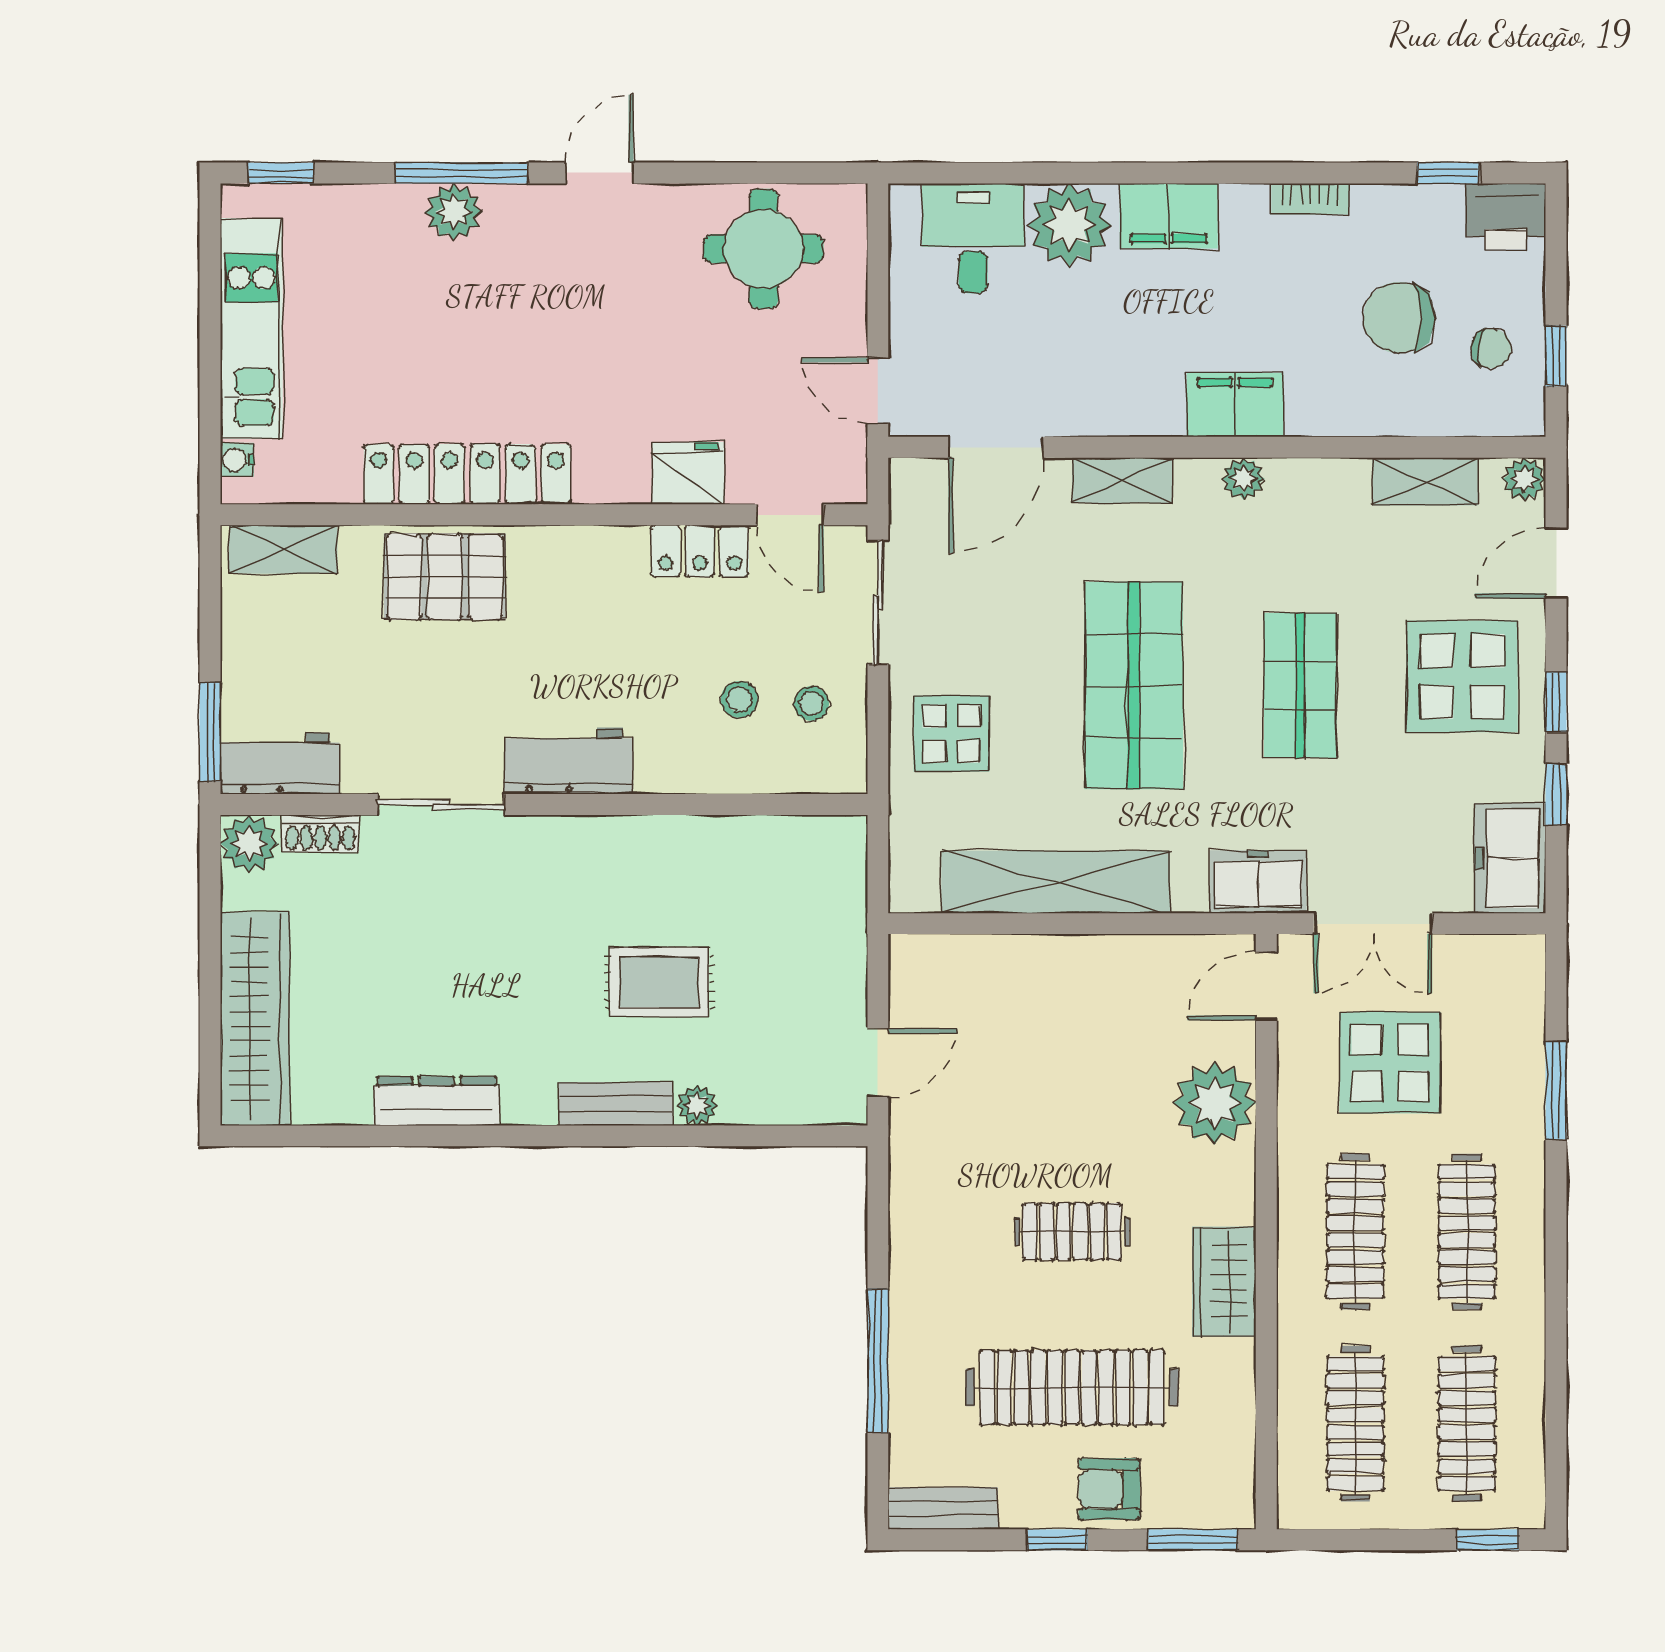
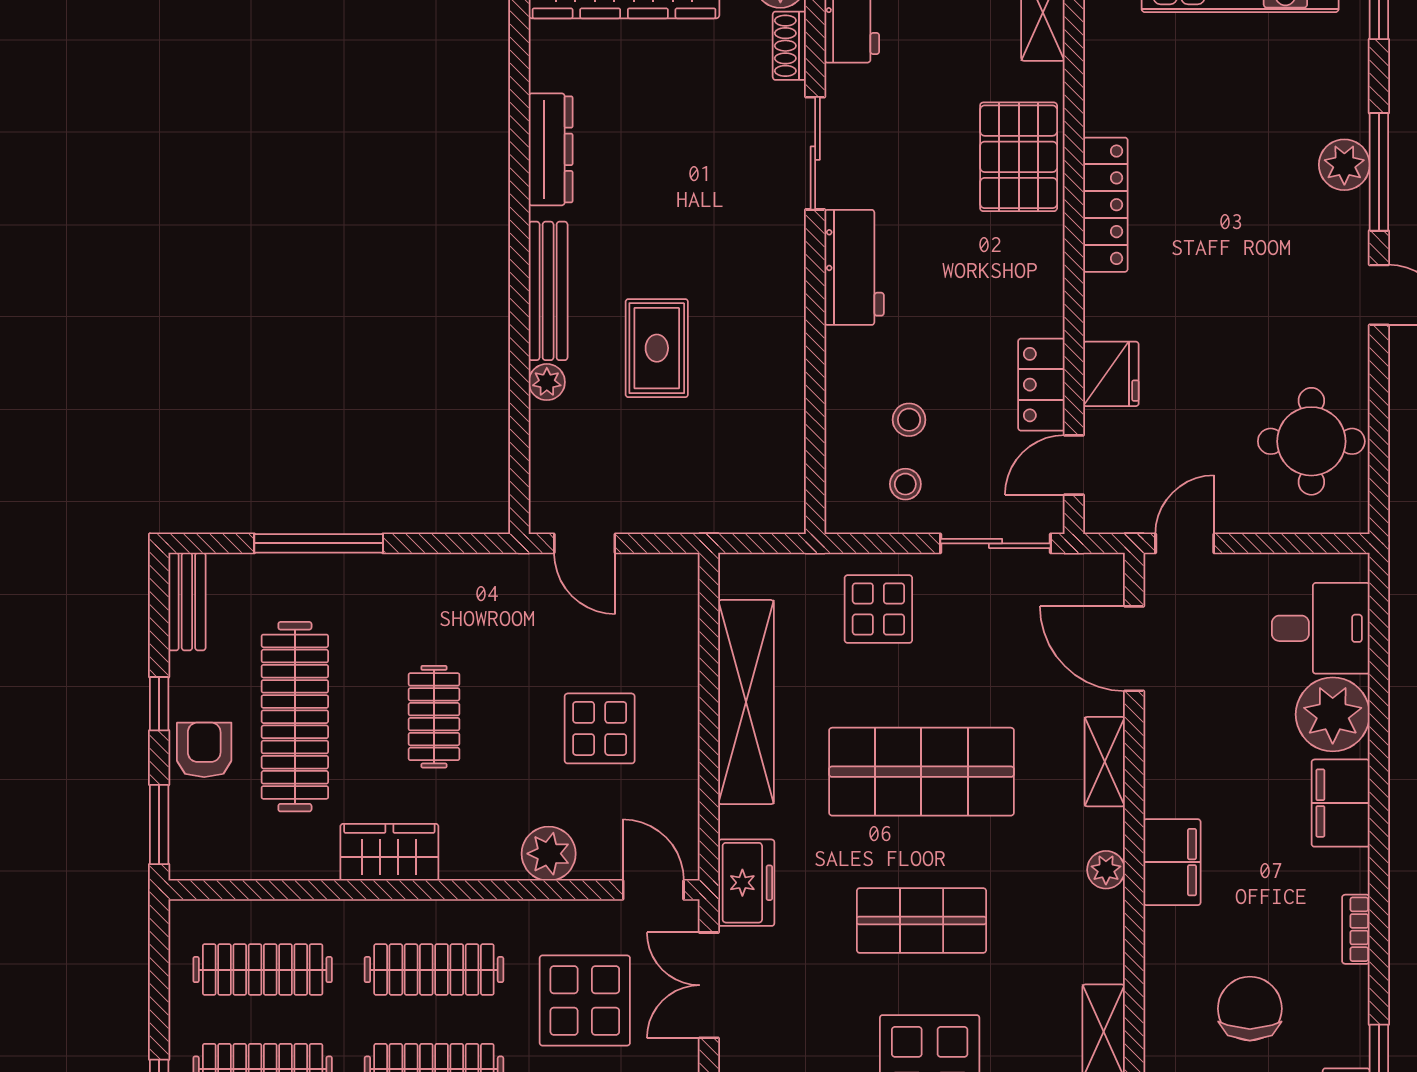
locker: (467, 474) -> (1105, 205), width x0.71, depth x0.83
display table: (1085, 1046) -> (600, 728), added
plant: (1214, 1103) -> (549, 854), width x0.73, depth x0.73
bench: (616, 1104) -> (548, 291), width x1.36

